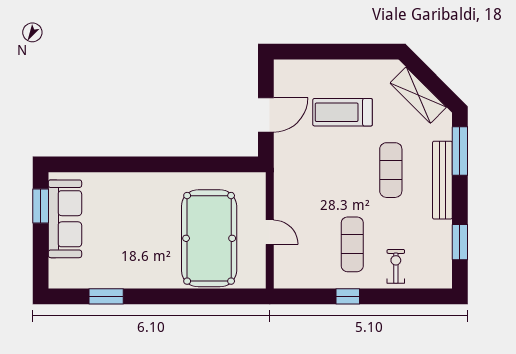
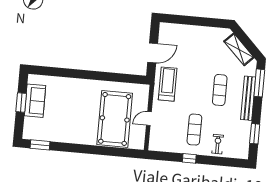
treadmill: (343, 112) -> (168, 84), moved, turned 90
window: (41, 206) -> (21, 103), moved
sofa: (65, 219) -> (35, 101), width x0.73
door: (270, 232) -> (149, 119), swing flipped
window: (106, 296) -> (40, 145), moved

